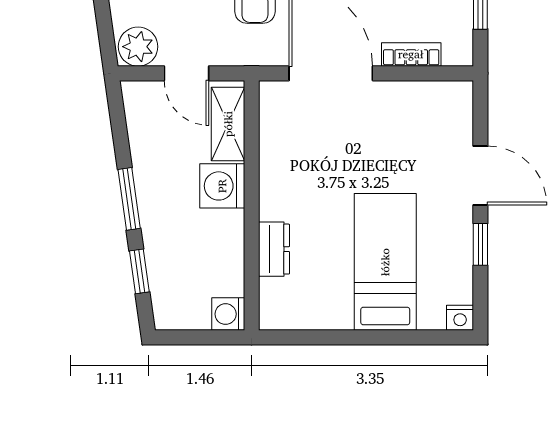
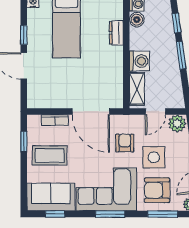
door: (187, 73) -> (155, 112), swing flipped
boiler: (228, 279) -> (137, 20), added

